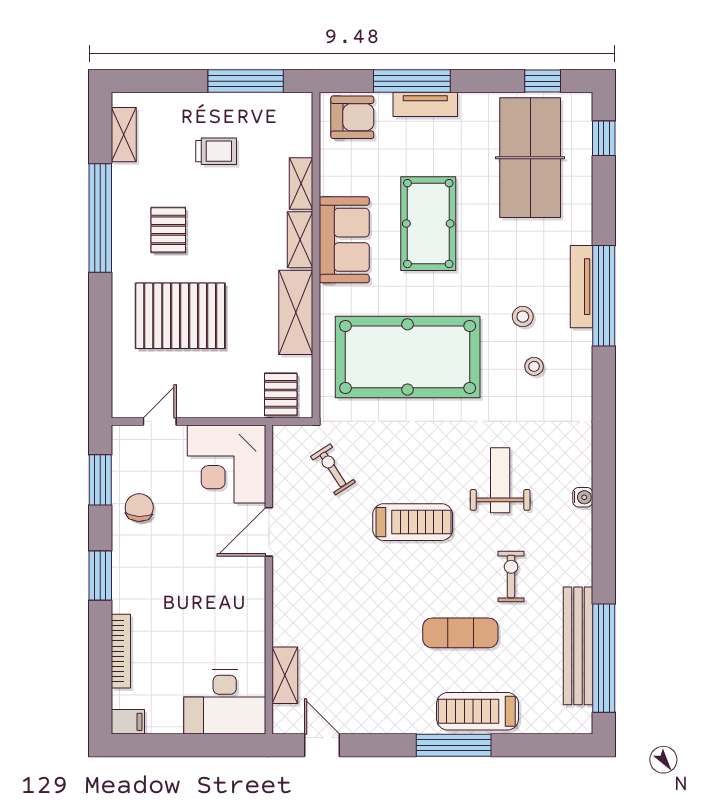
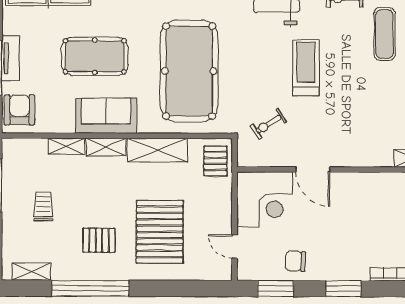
pallet: (281, 394) -> (215, 161), turned 90

